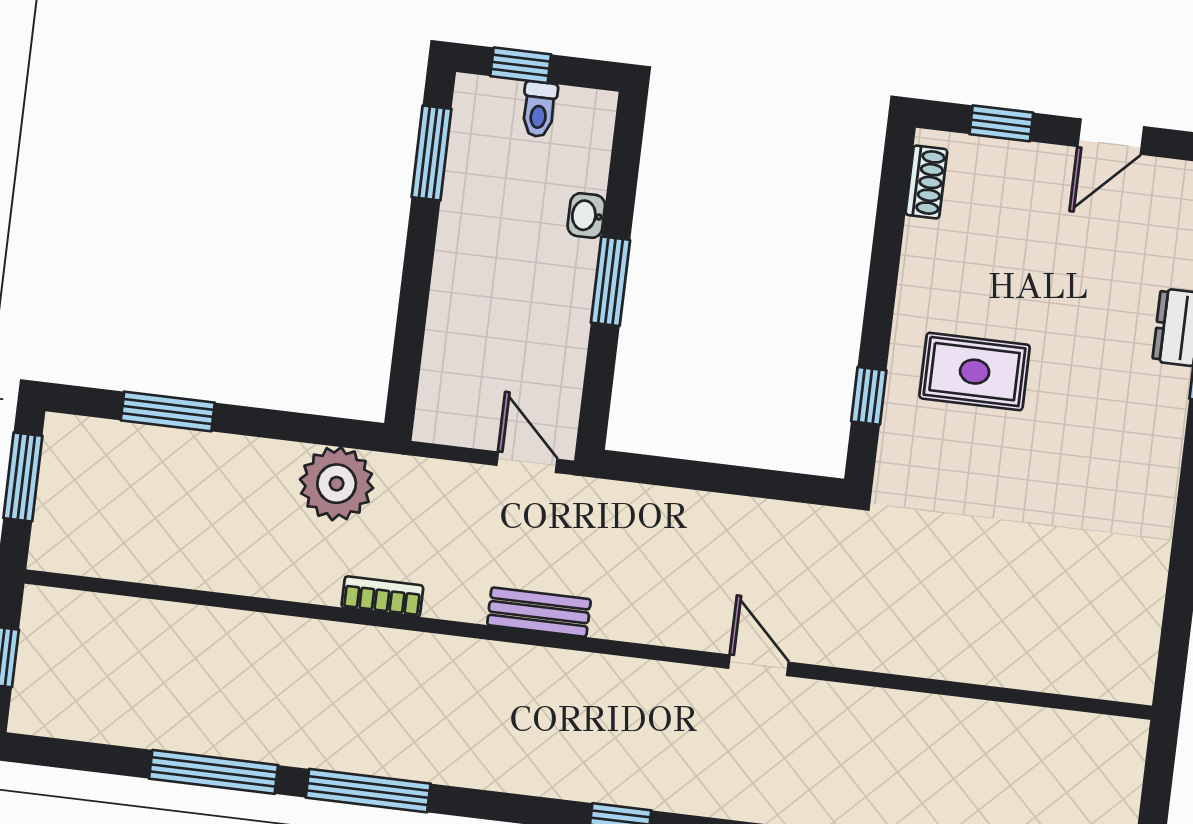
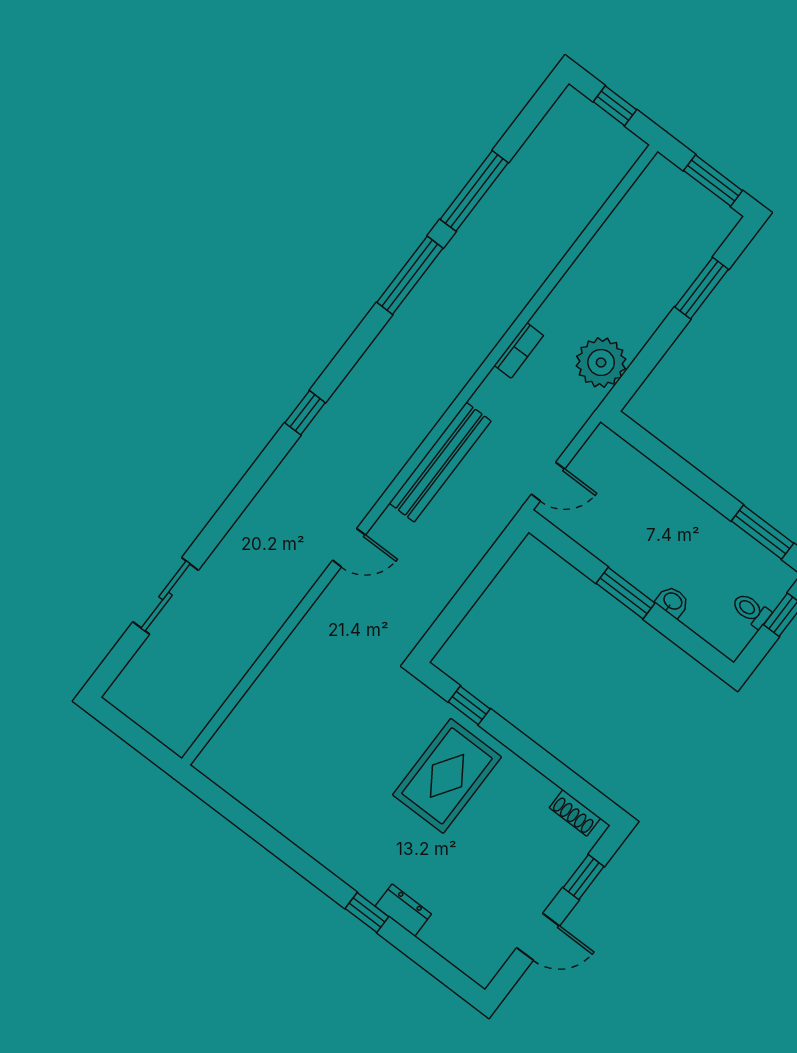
door: (1111, 137) -> (538, 937), swing flipped
rug: (975, 372) -> (447, 776), width x1.36, depth x1.43
bench: (539, 612) -> (440, 462), width x1.86, depth x1.21

